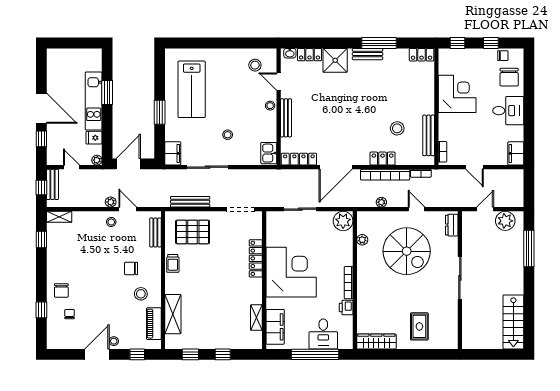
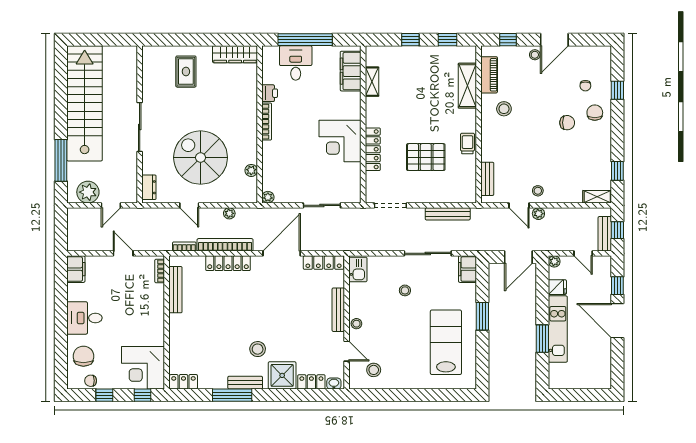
corner desk: (457, 94) -> (143, 368), moved
stool: (397, 128) -> (258, 349), moved
locker: (383, 159) -> (228, 263), width x1.53
plant: (343, 221) -> (268, 197), width x0.53, depth x0.53
pallet: (193, 232) -> (426, 157), moved
chair: (131, 268) -> (567, 123), moved
corner desk: (291, 272) -> (340, 141), width x0.74, depth x0.74
stairs: (513, 322) -> (85, 103), width x1.86, depth x1.51

